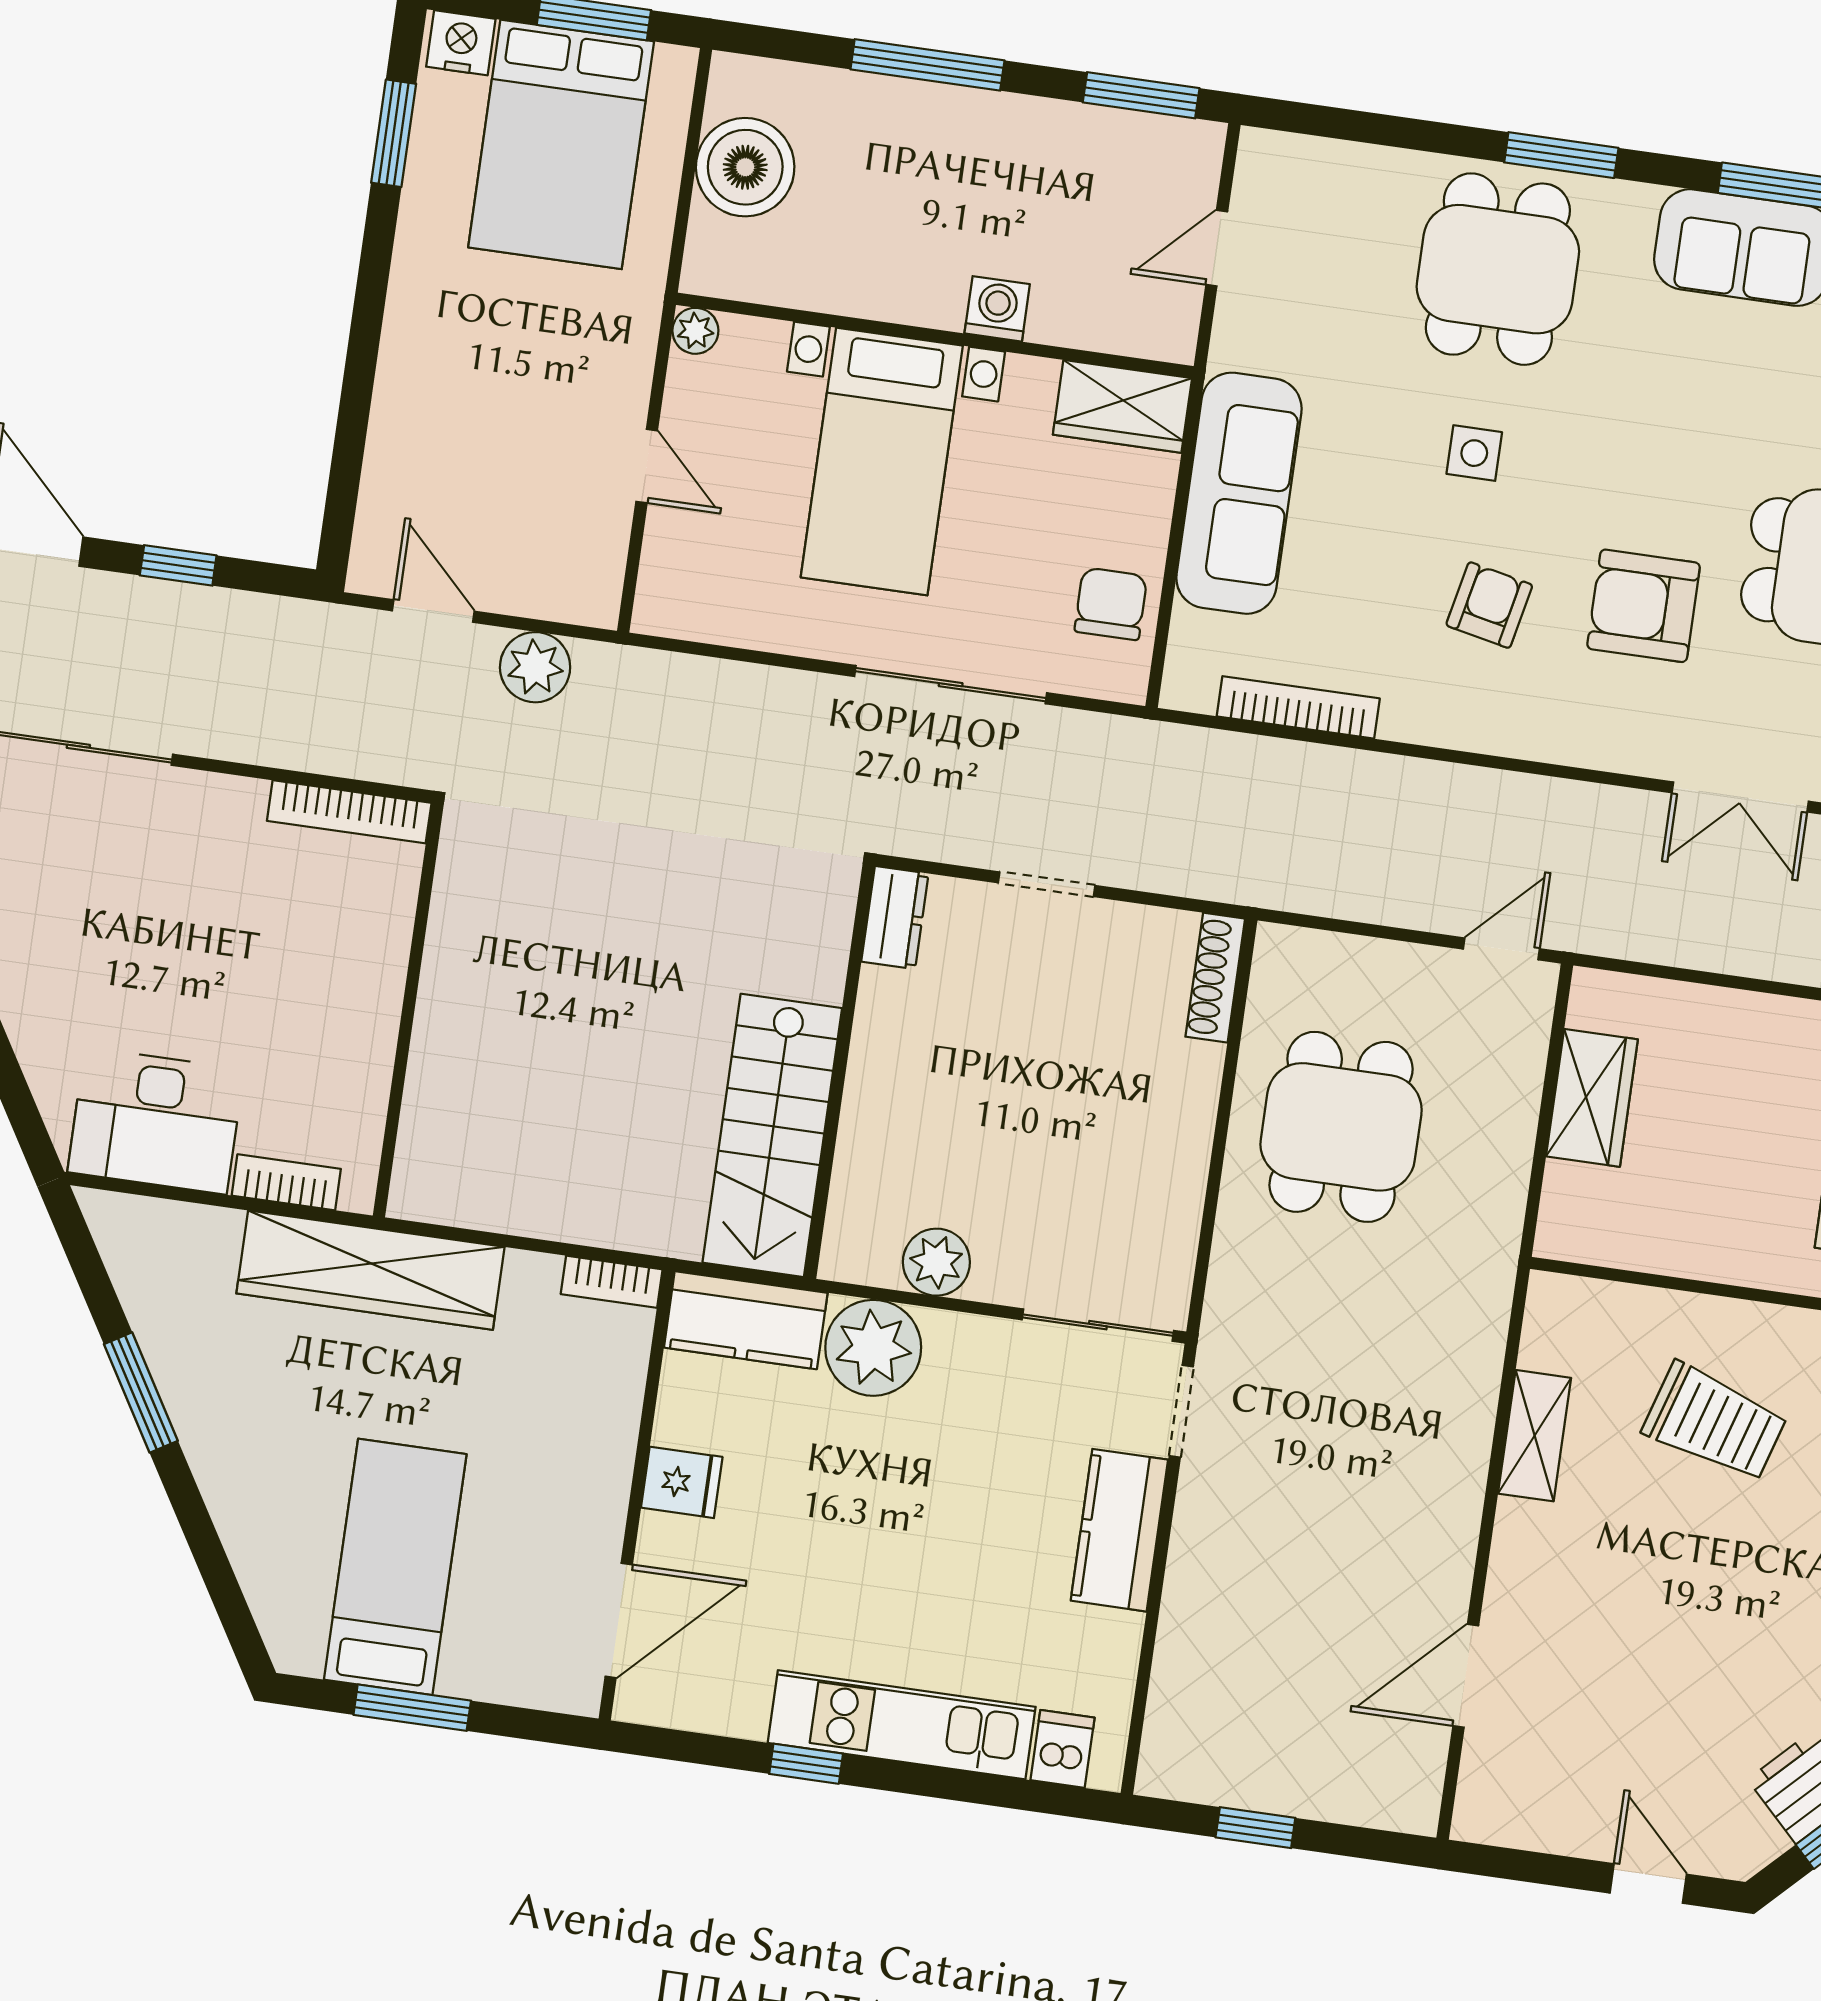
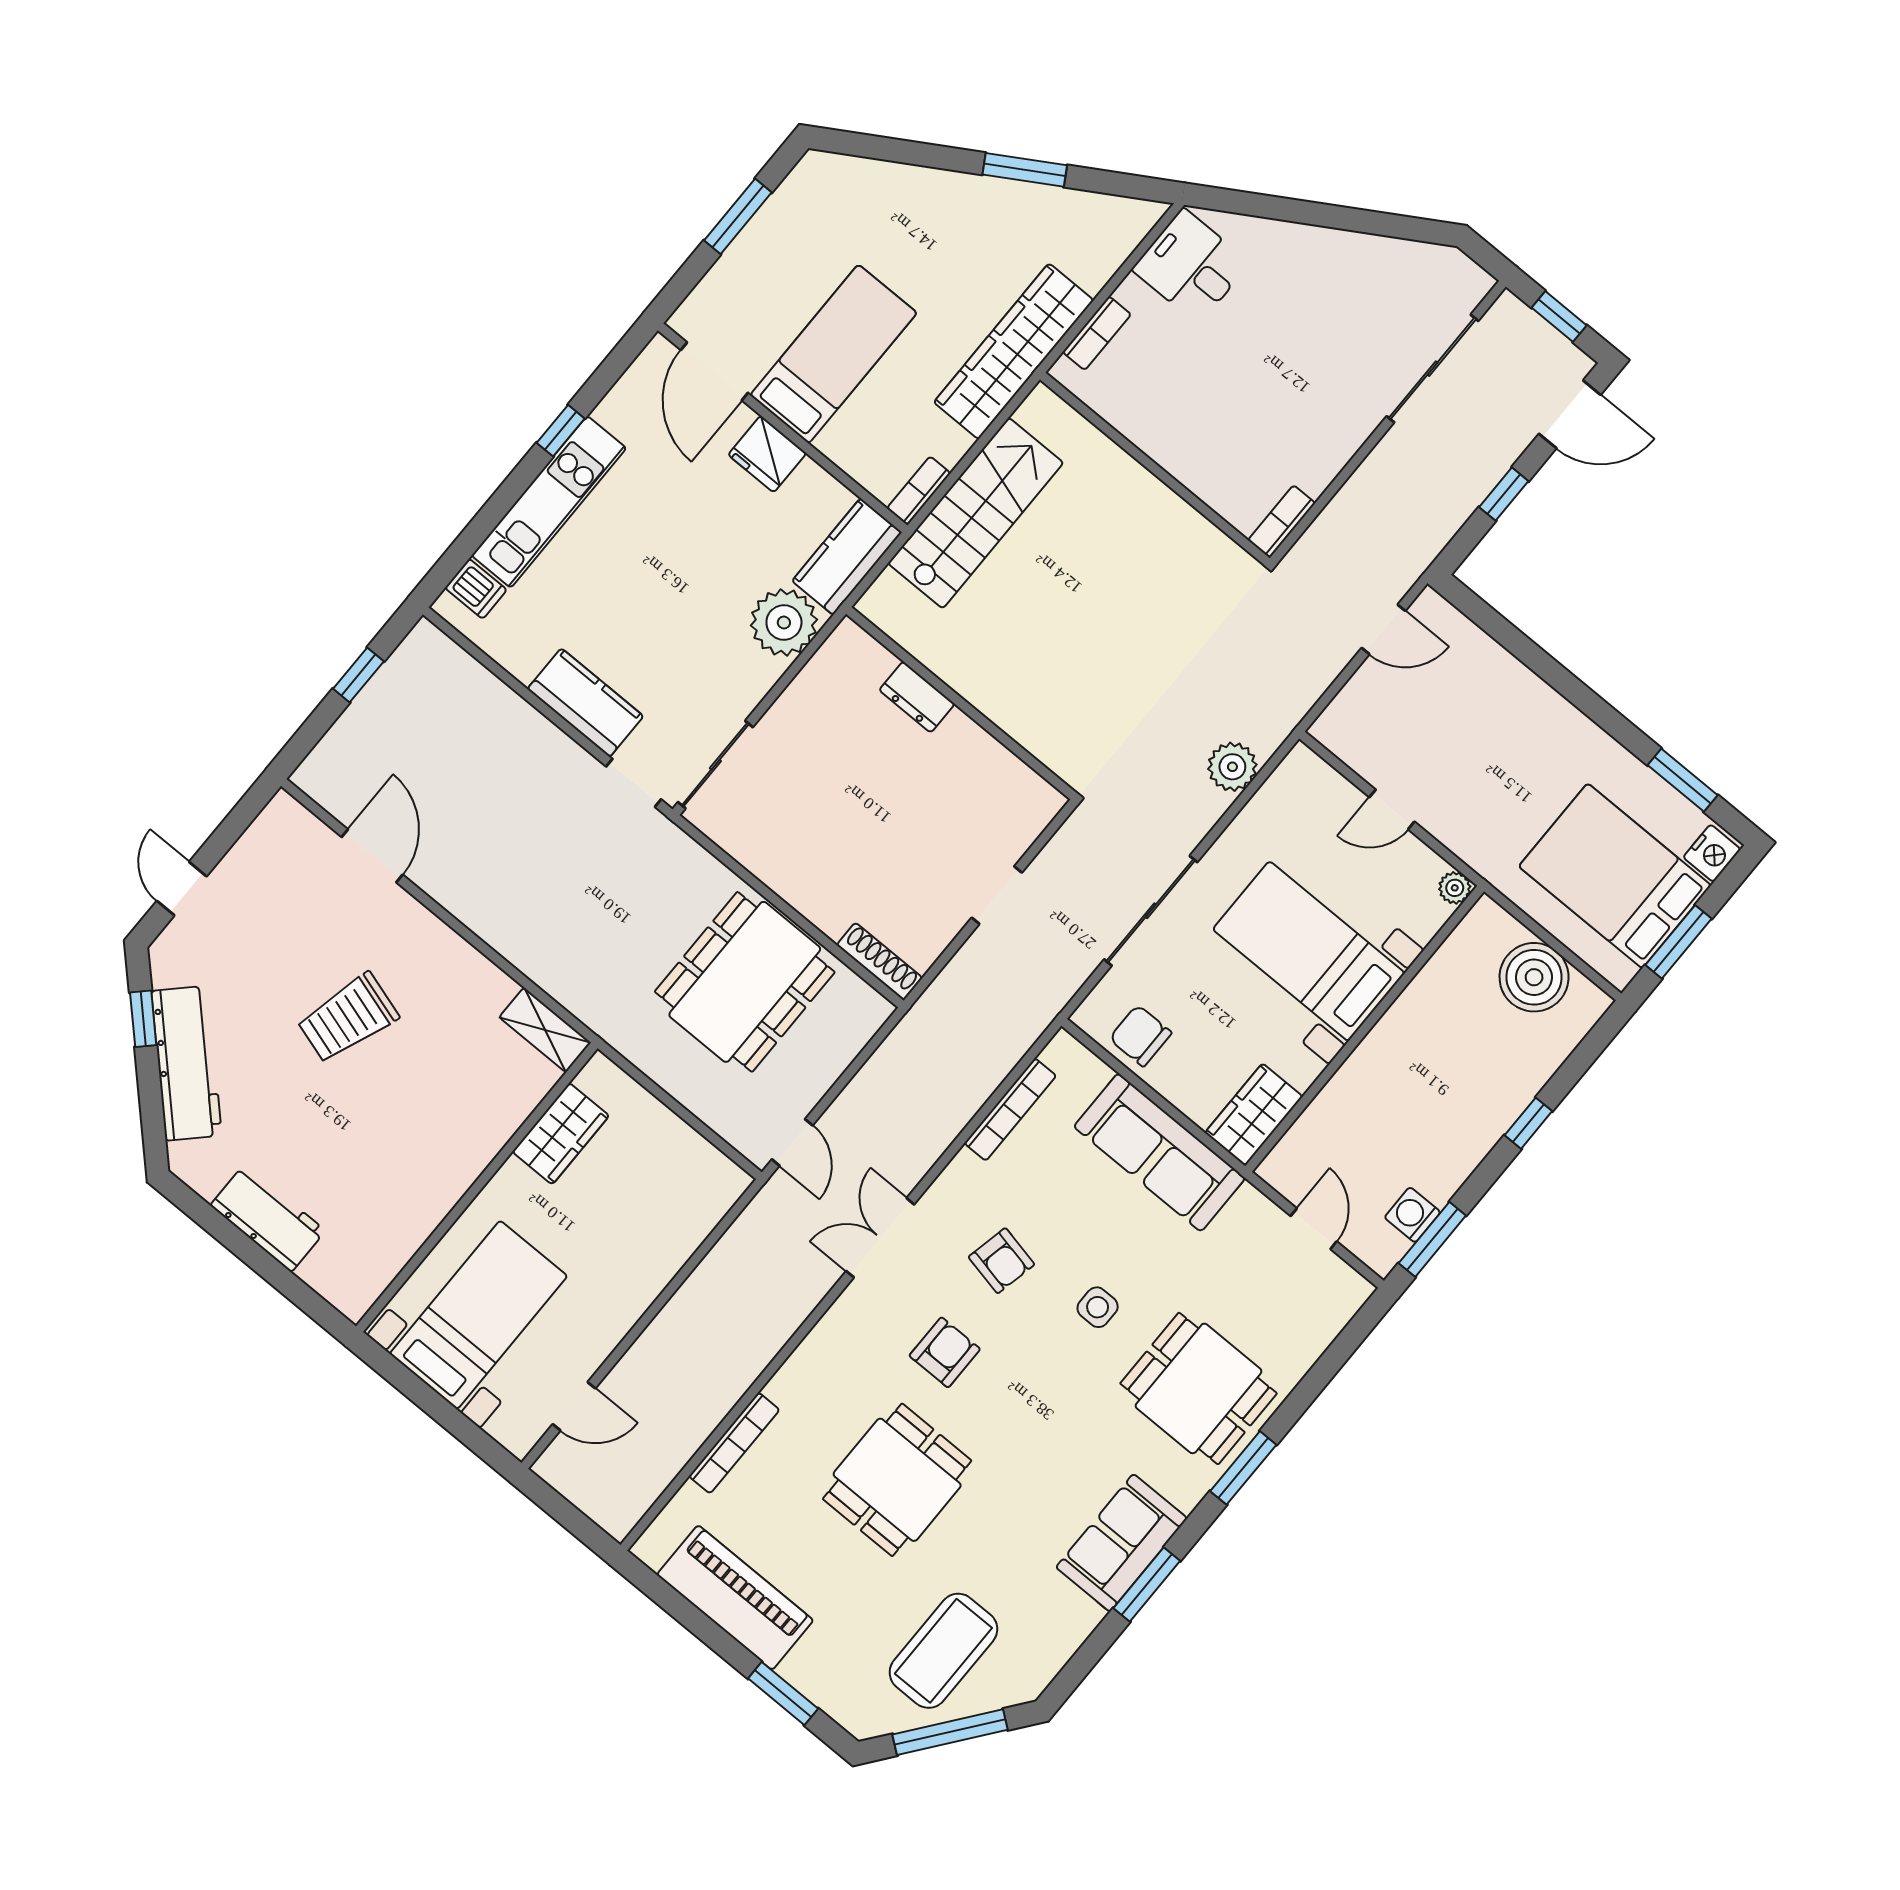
window: (927, 65) -> (1528, 1123), width x0.46
washing machine: (997, 309) -> (1412, 1215), moved, turned 180
chair: (1111, 604) -> (1140, 1036), turned 180
armchair: (1644, 606) -> (945, 1352), width x0.72, depth x0.72
plant: (535, 667) -> (1232, 767), moved
double door: (1740, 797) -> (880, 1238), moved
bookcase: (349, 812) -> (1282, 522), width x0.64
dresser: (895, 918) -> (917, 697), moved
wardrobe: (1592, 1098) -> (561, 1134), moved, turned -90
desk: (156, 1121) -> (1191, 266), width x0.73
dining table: (1341, 1127) -> (745, 982), width x1.38
stairs: (772, 1135) -> (976, 513), moved, turned 90
plant: (936, 1262) -> (812, 691), removed
trolley: (1715, 1422) -> (348, 1018), moved
shelving: (1535, 1436) -> (545, 1030), moved
fridge: (682, 1482) -> (767, 454), width x1.38
bed: (395, 1567) -> (834, 354), moved, turned -90
door: (1648, 1884) -> (182, 889), swing flipped

